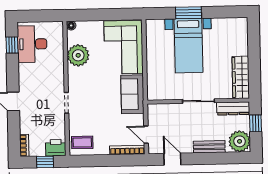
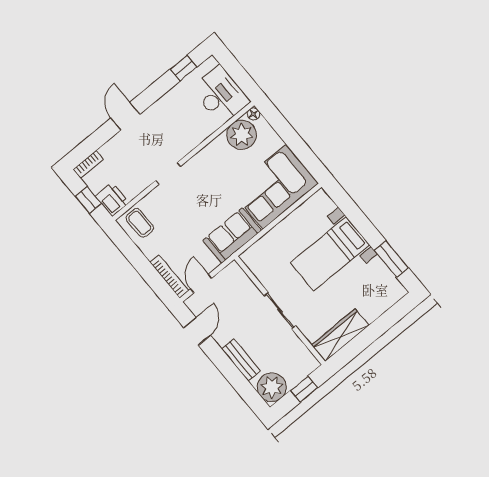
window: (188, 13) -> (391, 259), moved
desk: (32, 44) -> (221, 95), moved, turned 90
plant: (78, 55) -> (242, 135), moved
dresser: (233, 108) -> (301, 353), removed

